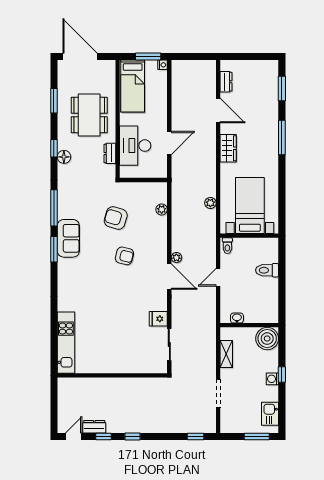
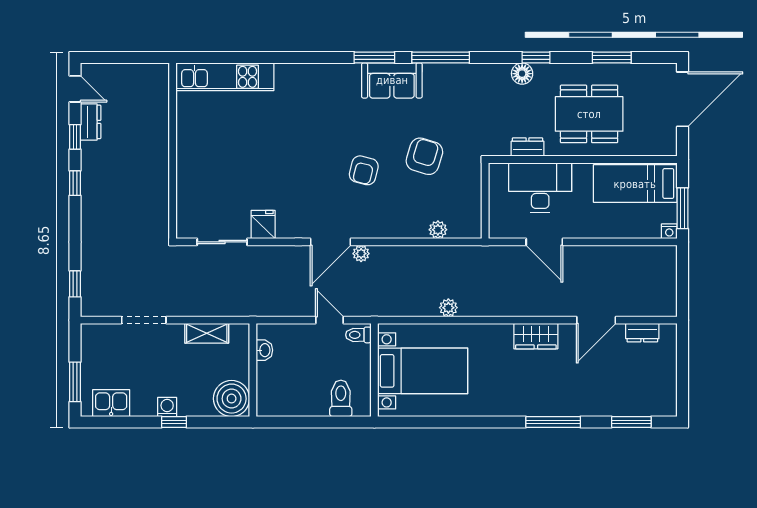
bed with nightstands: (250, 205) -> (423, 371), moved
wall: (249, 236) -> (374, 370), moved
toilet: (227, 246) -> (358, 335), moved

